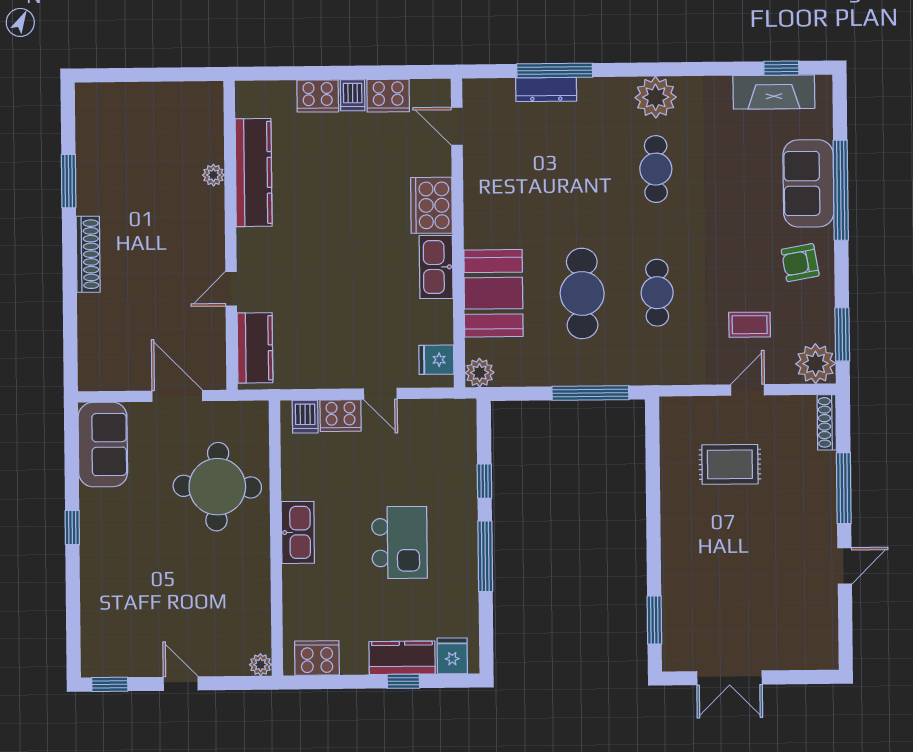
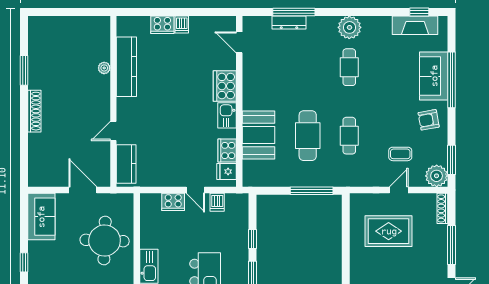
cooker: (388, 96) -> (227, 151), moved, turned 90
kitchen sink: (436, 267) -> (227, 115), width x0.73
plant: (480, 373) -> (250, 179), removed
dishwasher: (305, 417) -> (217, 202), moved
rug: (730, 464) -> (389, 231), width x1.36, depth x1.43

